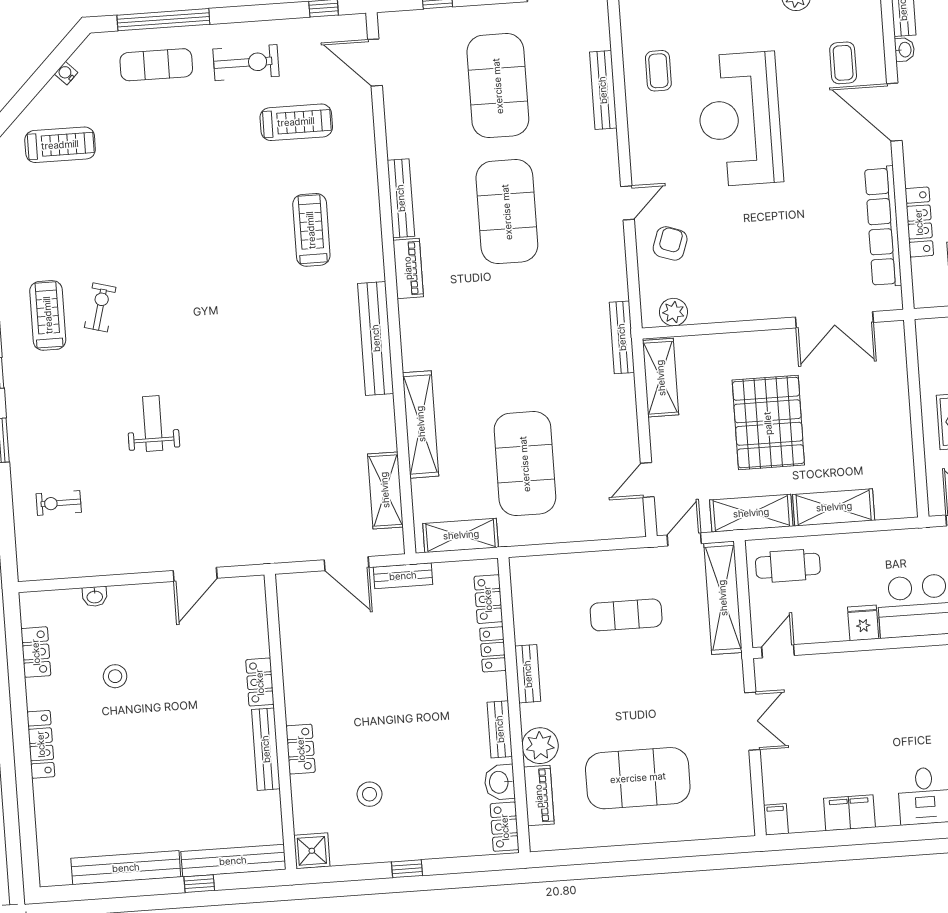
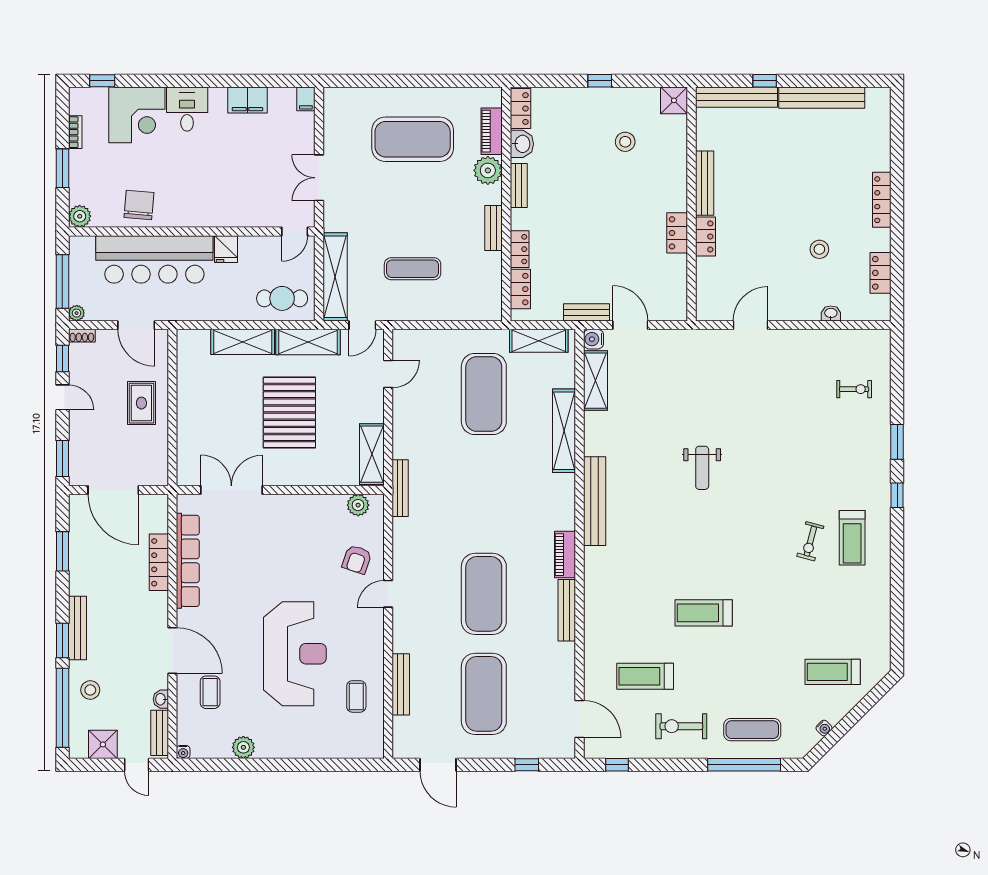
treadmill: (311, 230) -> (704, 613), moved, turned 90
weight bench: (153, 423) -> (702, 468), moved
water cooler: (392, 543) -> (594, 339), added
locker: (301, 749) -> (677, 233), moved

